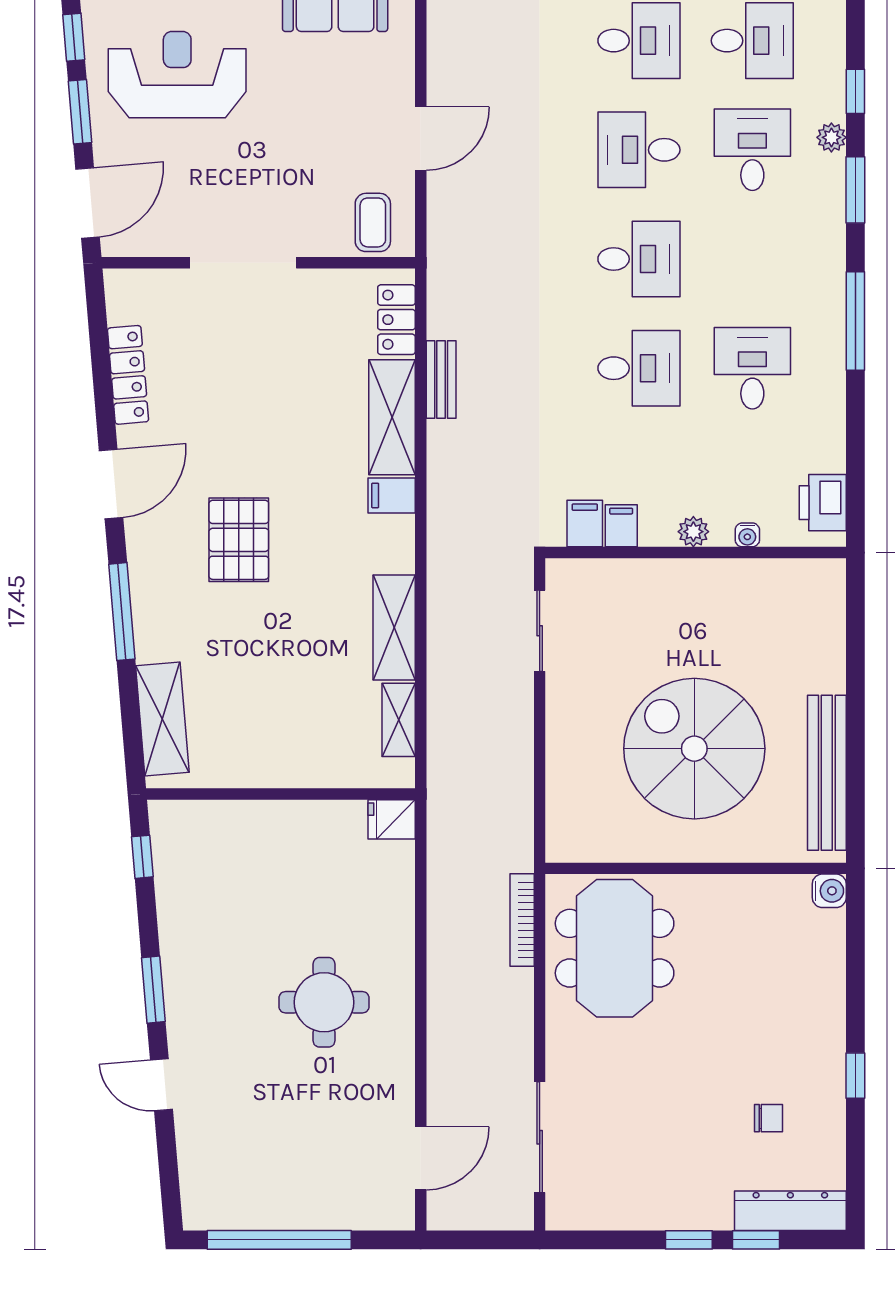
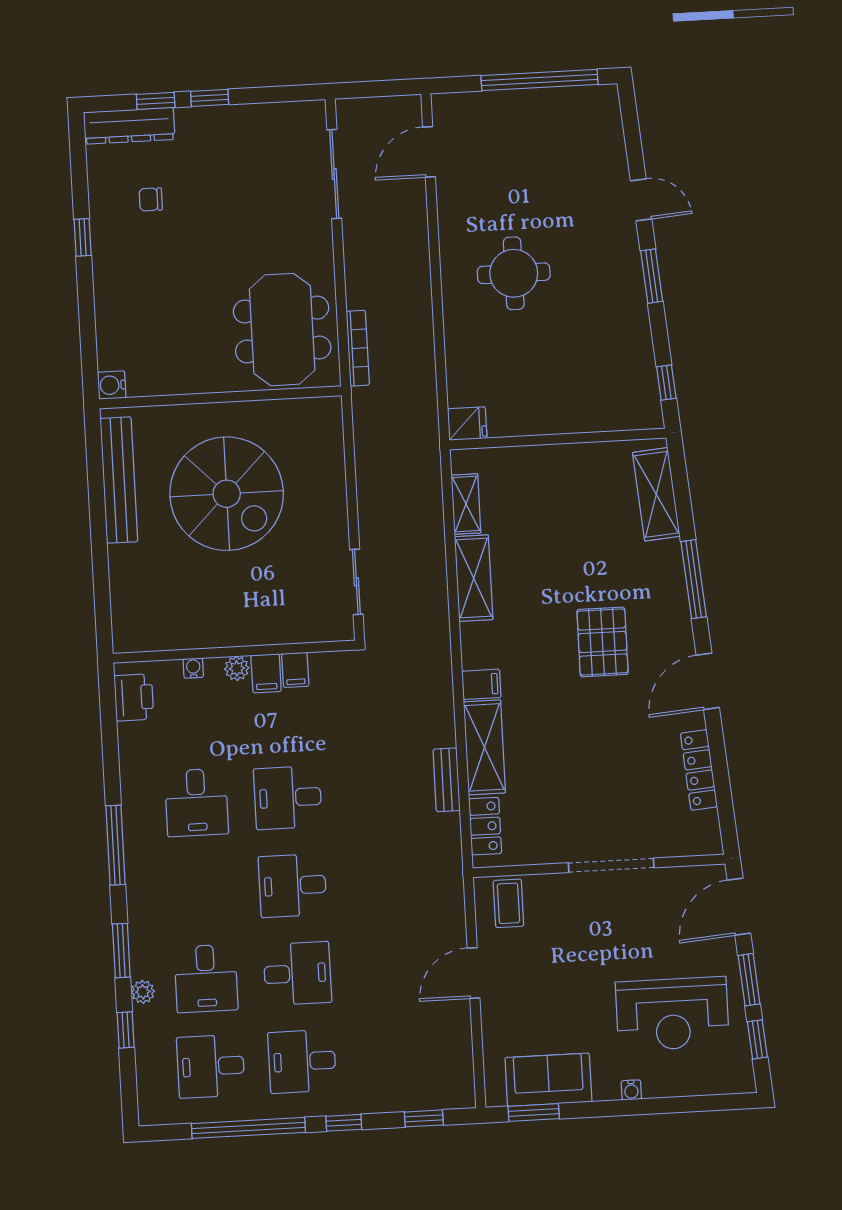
filing cabinet: (585, 524) -> (266, 673), moved

